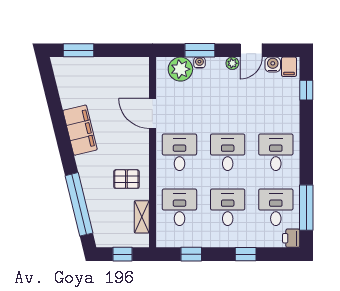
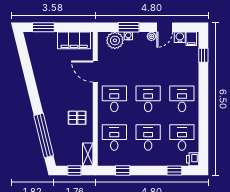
filing cabinet: (80, 130) -> (74, 40), moved, turned 104
window: (306, 208) -> (203, 138), removed
shelving: (142, 217) -> (88, 154), moved
window: (246, 254) -> (174, 170), moved

